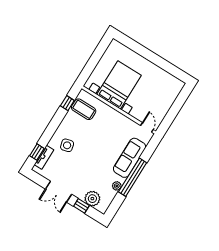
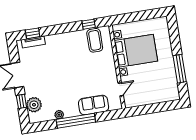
window: (162, 63) -> (180, 69), added
door: (147, 127) -> (121, 89), moved
side table: (67, 145) -> (57, 51), removed
sofa: (129, 158) -> (94, 105), width x0.73

